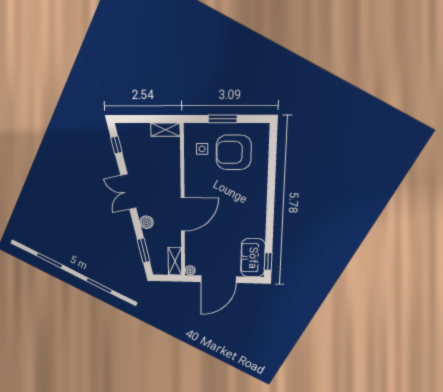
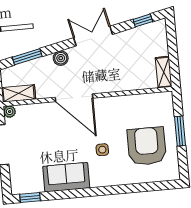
side table: (202, 149) -> (102, 150), moved
sofa: (253, 258) -> (66, 177), moved

